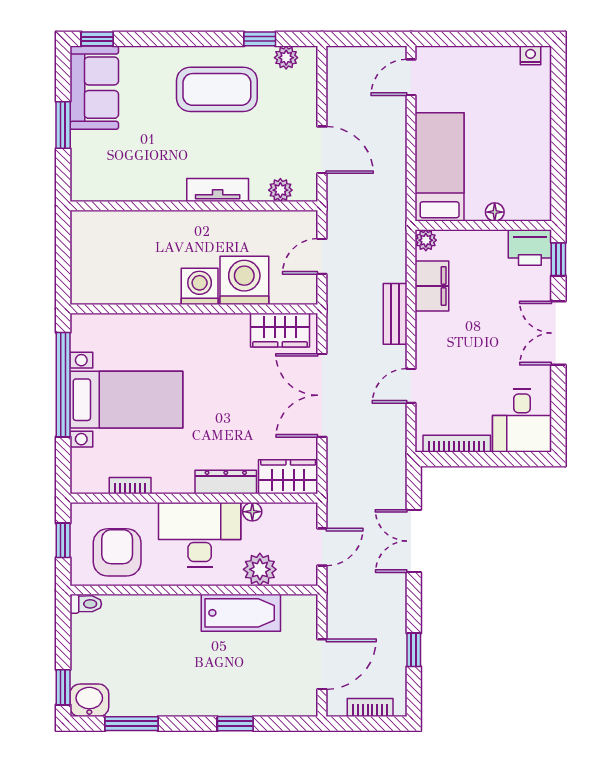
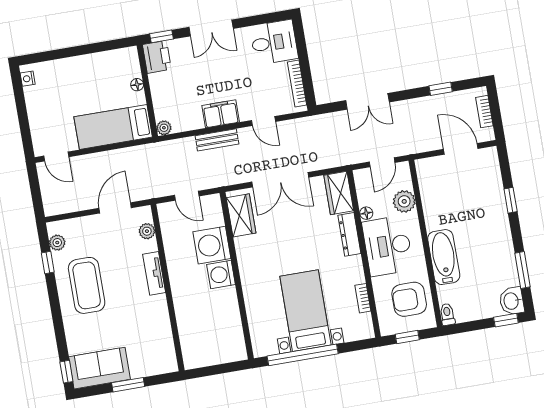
filing cabinet: (432, 286) -> (221, 114), moved
door: (322, 547) -> (382, 162), swing flipped
bathtub: (241, 613) -> (444, 257), moved

